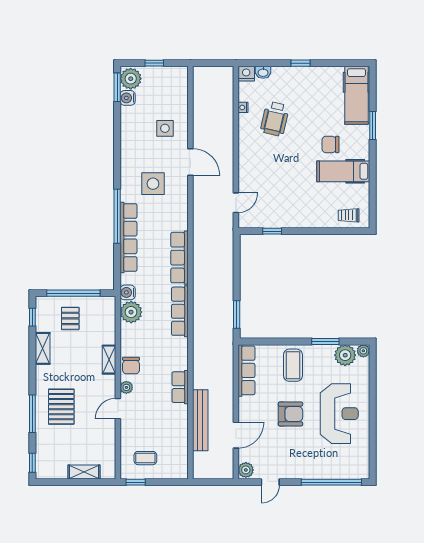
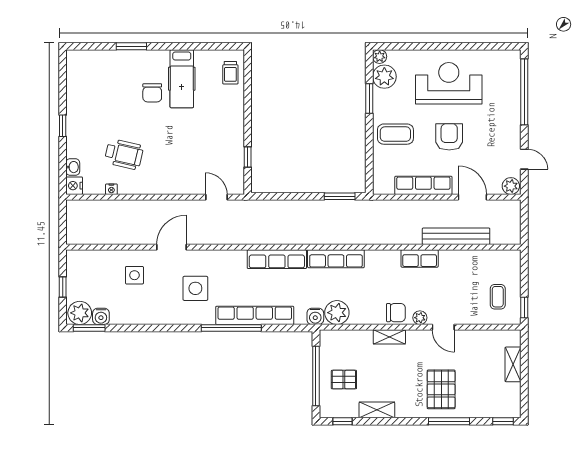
hospital bed: (357, 95) -> (98, 64), removed
row of seats: (246, 370) -> (423, 185), moved
pallet: (61, 407) -> (441, 389), turned 90

